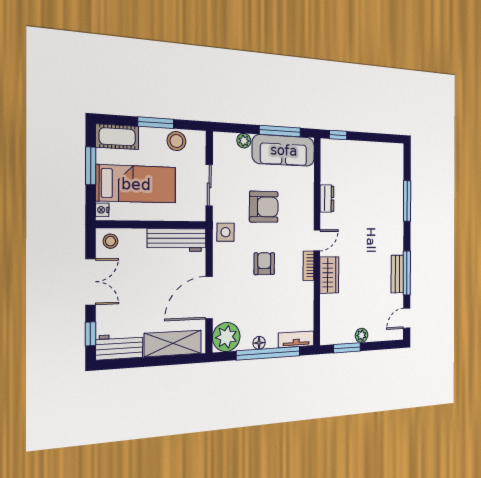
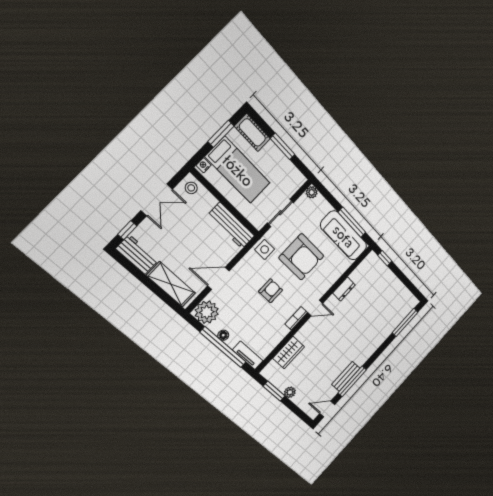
stool: (176, 141) -> (285, 168), removed
plant: (244, 141) -> (312, 192), moved
window: (407, 201) -> (405, 322), moved
armchair: (264, 207) -> (301, 257), width x1.36, depth x1.36
wardrobe: (329, 275) -> (289, 353), moved
door: (209, 298) -> (218, 278), width x0.73

